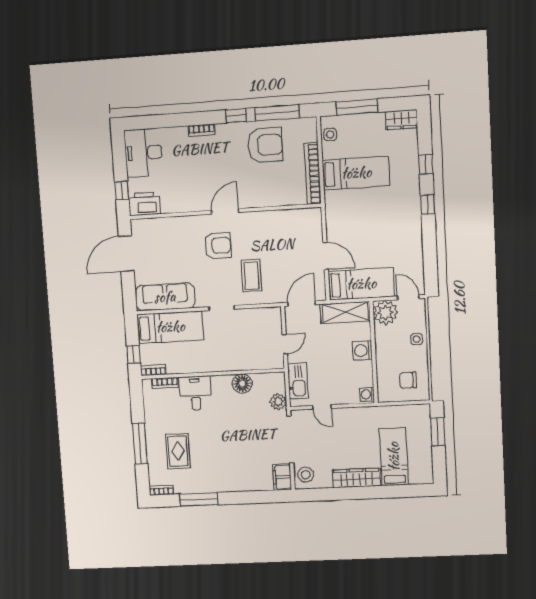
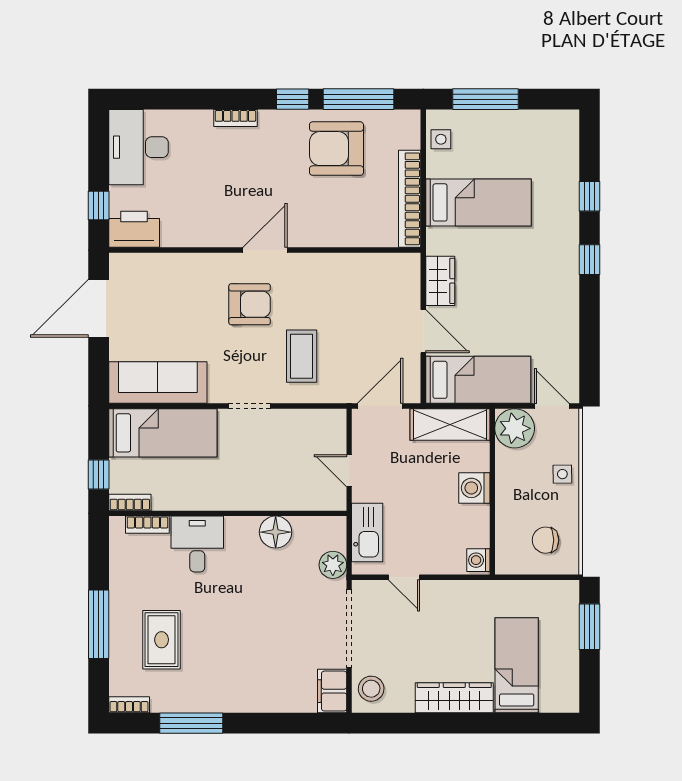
wardrobe: (401, 120) -> (440, 281), moved, turned -90
armchair: (265, 145) -> (336, 149), turned 180
door: (285, 344) -> (349, 471), swing flipped

